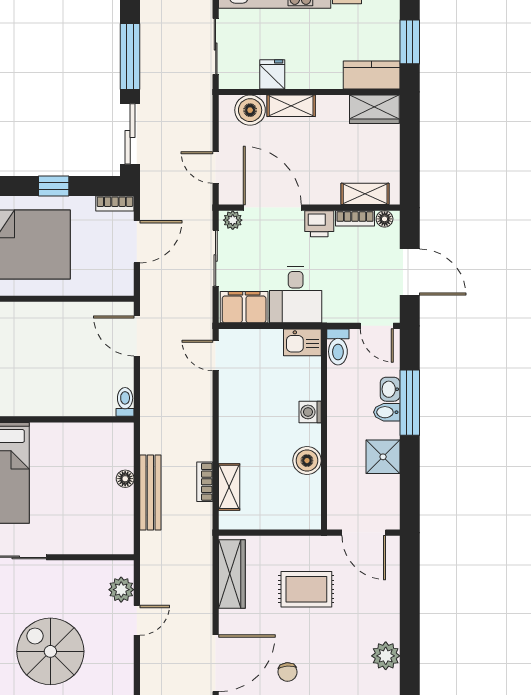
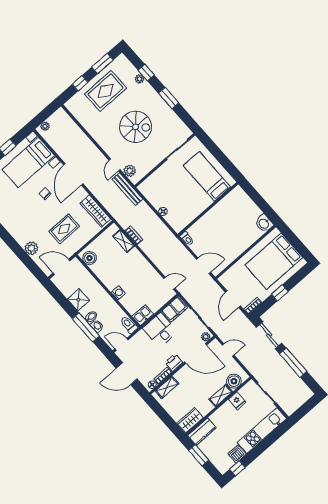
boiler: (307, 461) -> (90, 258), moved
bench: (150, 492) -> (127, 189), moved
plant: (386, 656) -> (31, 248), moved

